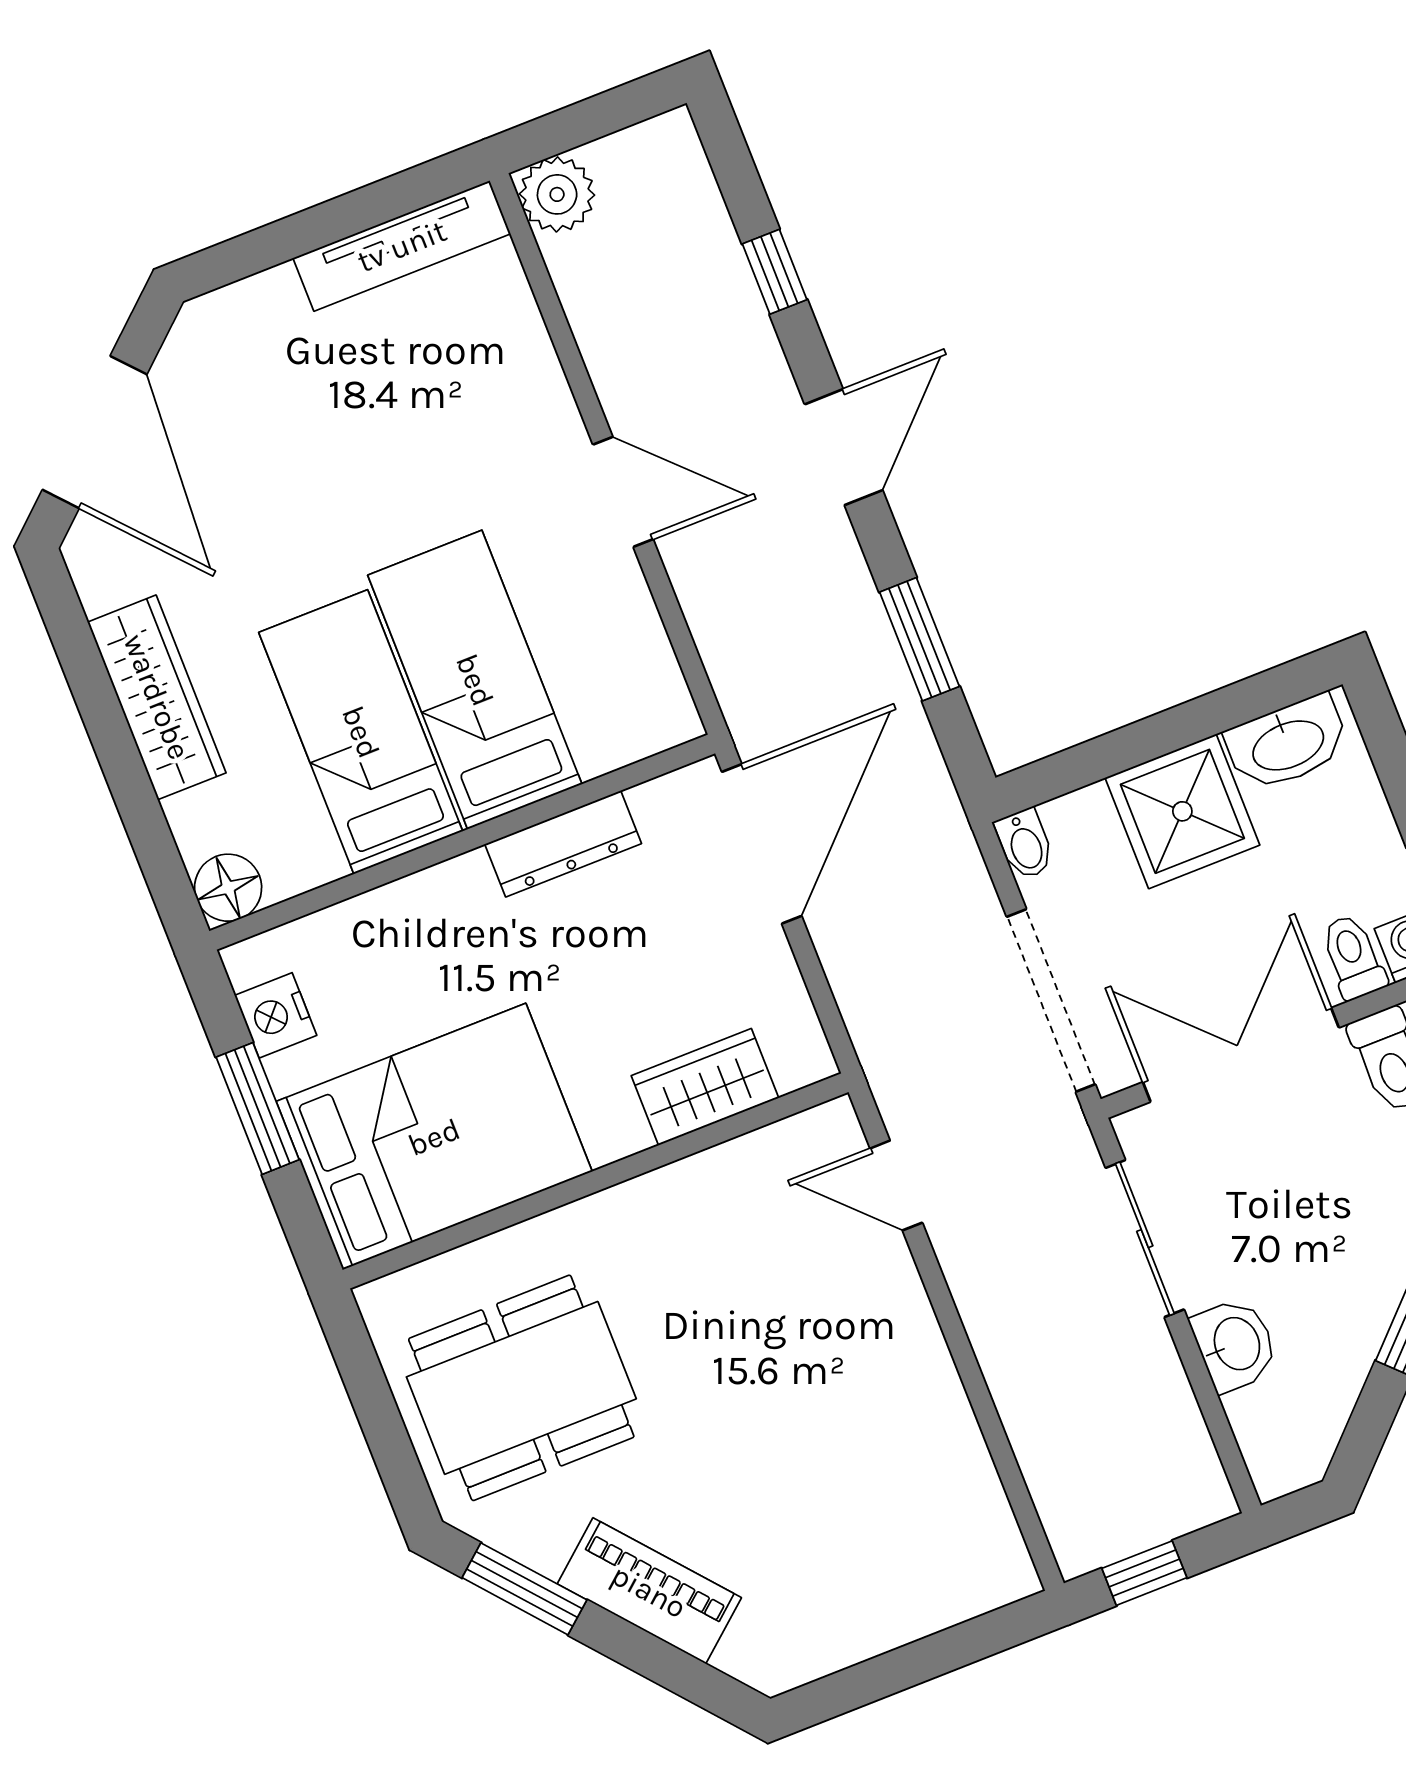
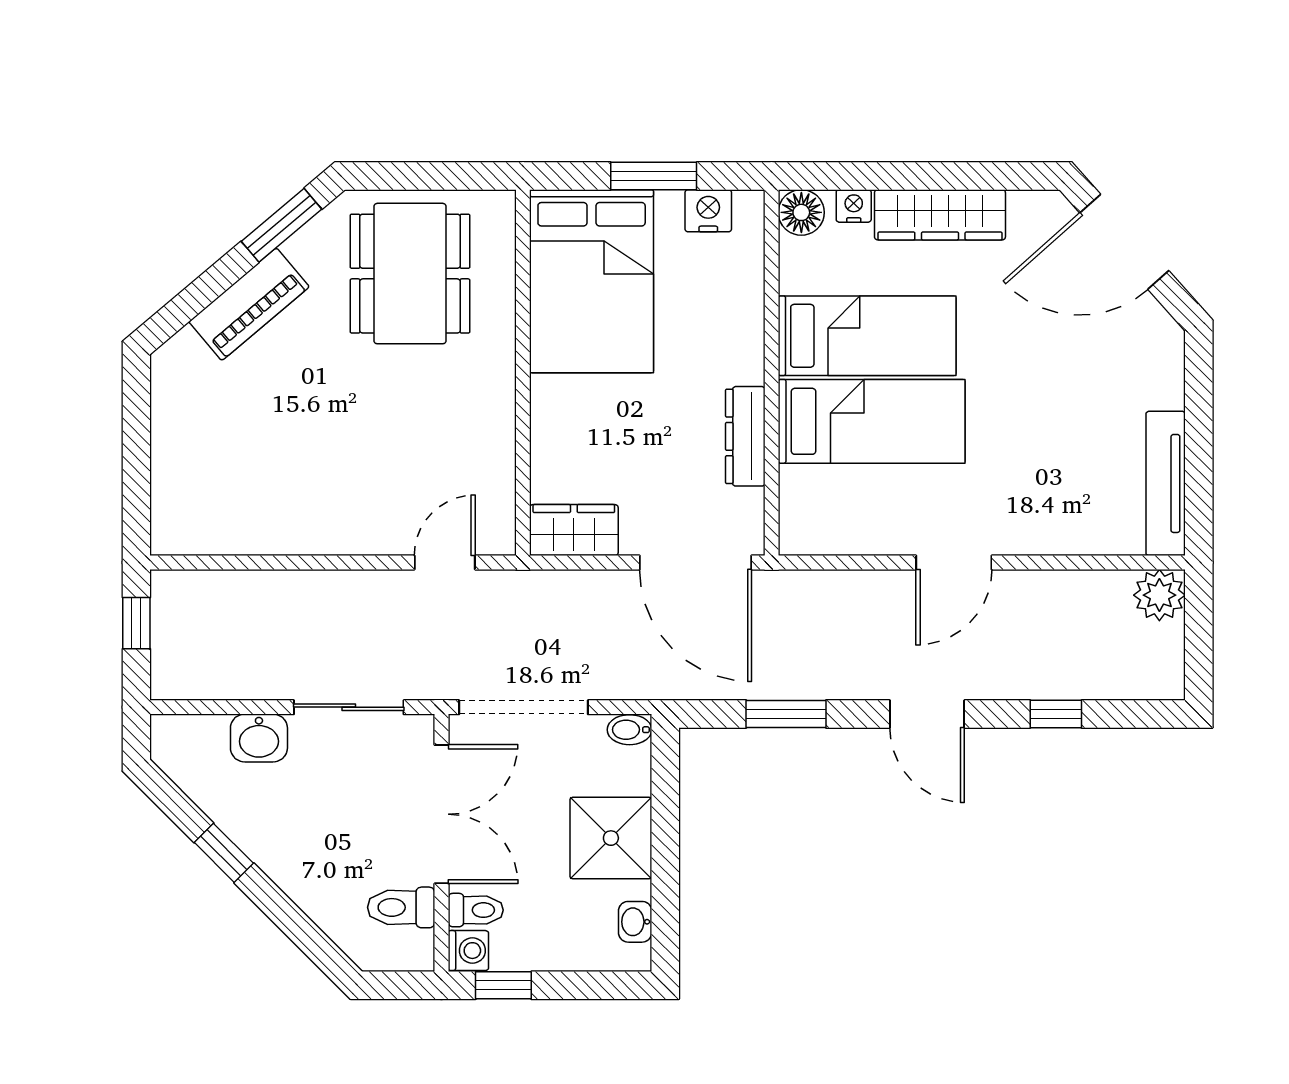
washbasin: (1287, 743) -> (635, 922), width x0.52, depth x0.69
nightstand: (191, 820) -> (854, 206), added
wardrobe: (705, 1087) -> (574, 530), moved, turned -90

